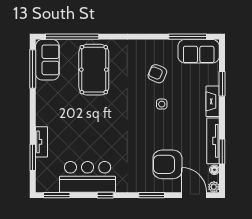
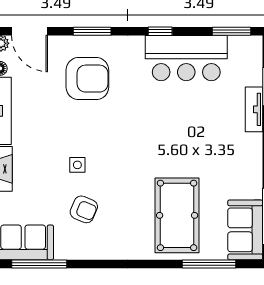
window: (72, 37) -> (209, 264), width x0.68
armchair: (167, 164) -> (87, 79), moved

